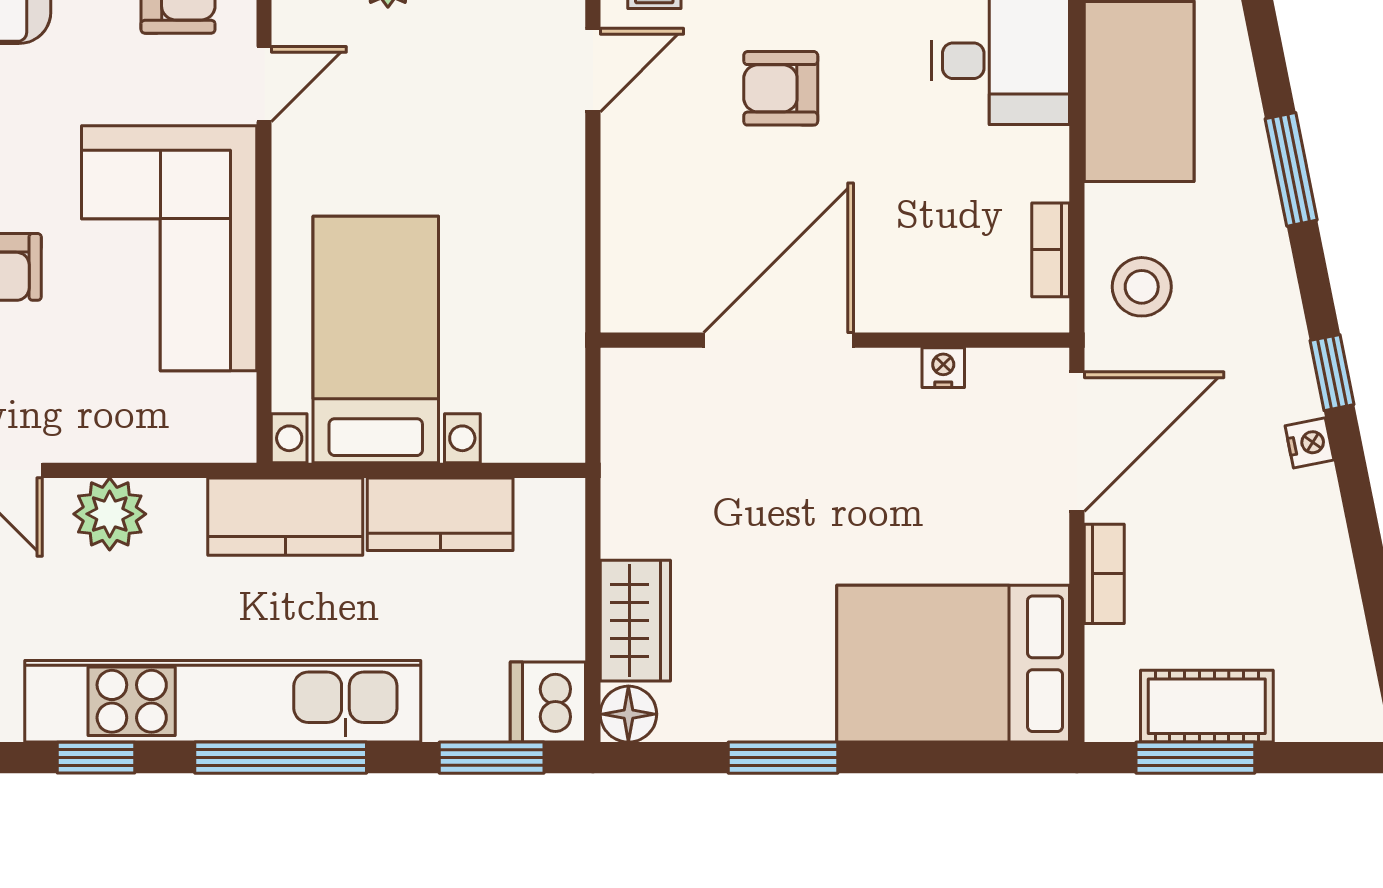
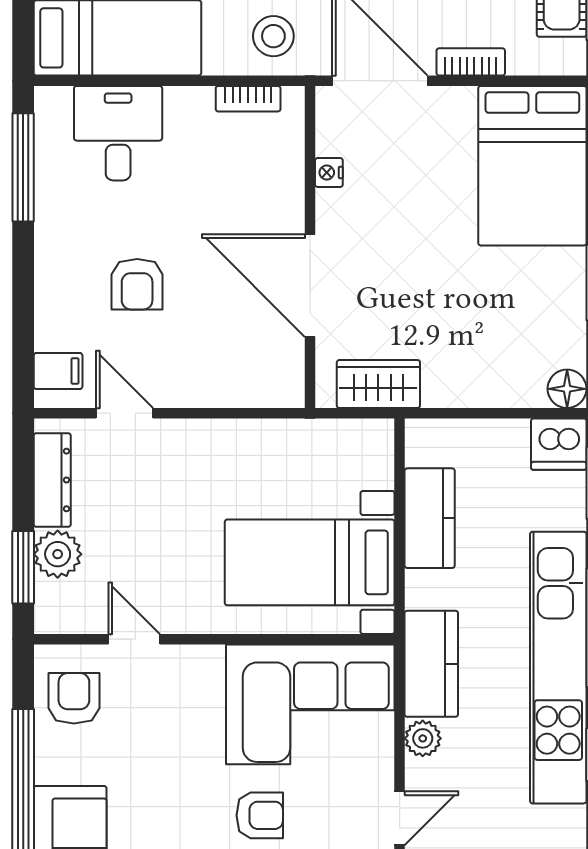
corner sofa: (169, 248) -> (310, 704), moved
plant: (110, 514) -> (423, 738), width x0.73, depth x0.73
kitchen counter: (285, 517) -> (431, 664), moved
wardrobe: (635, 621) -> (378, 384), moved

